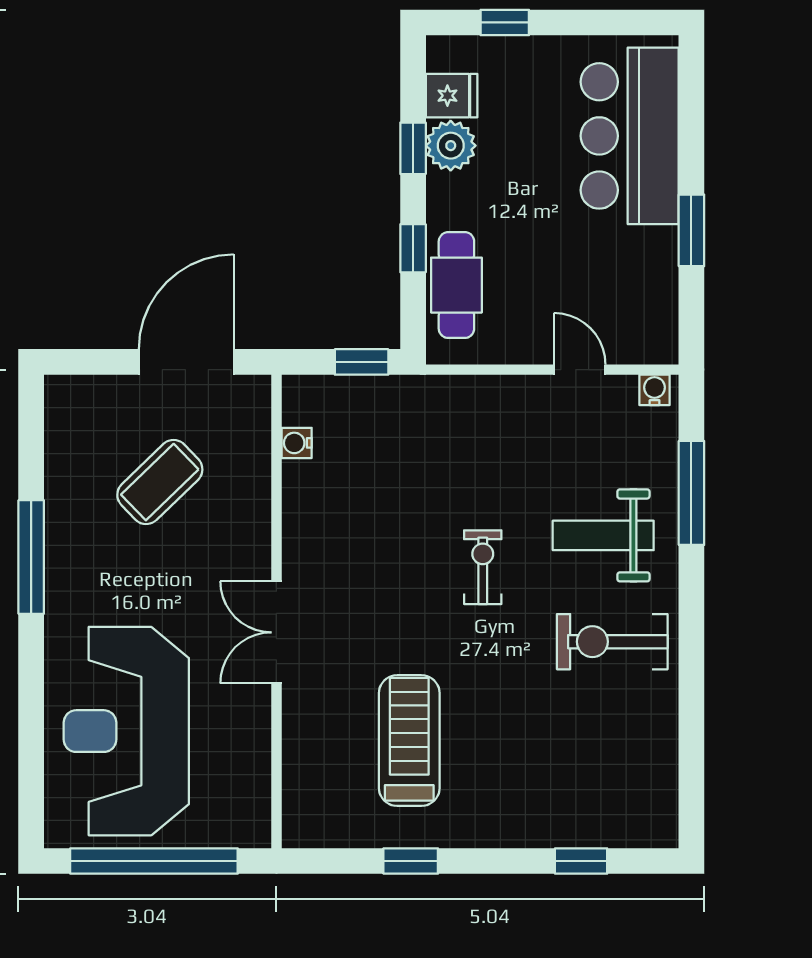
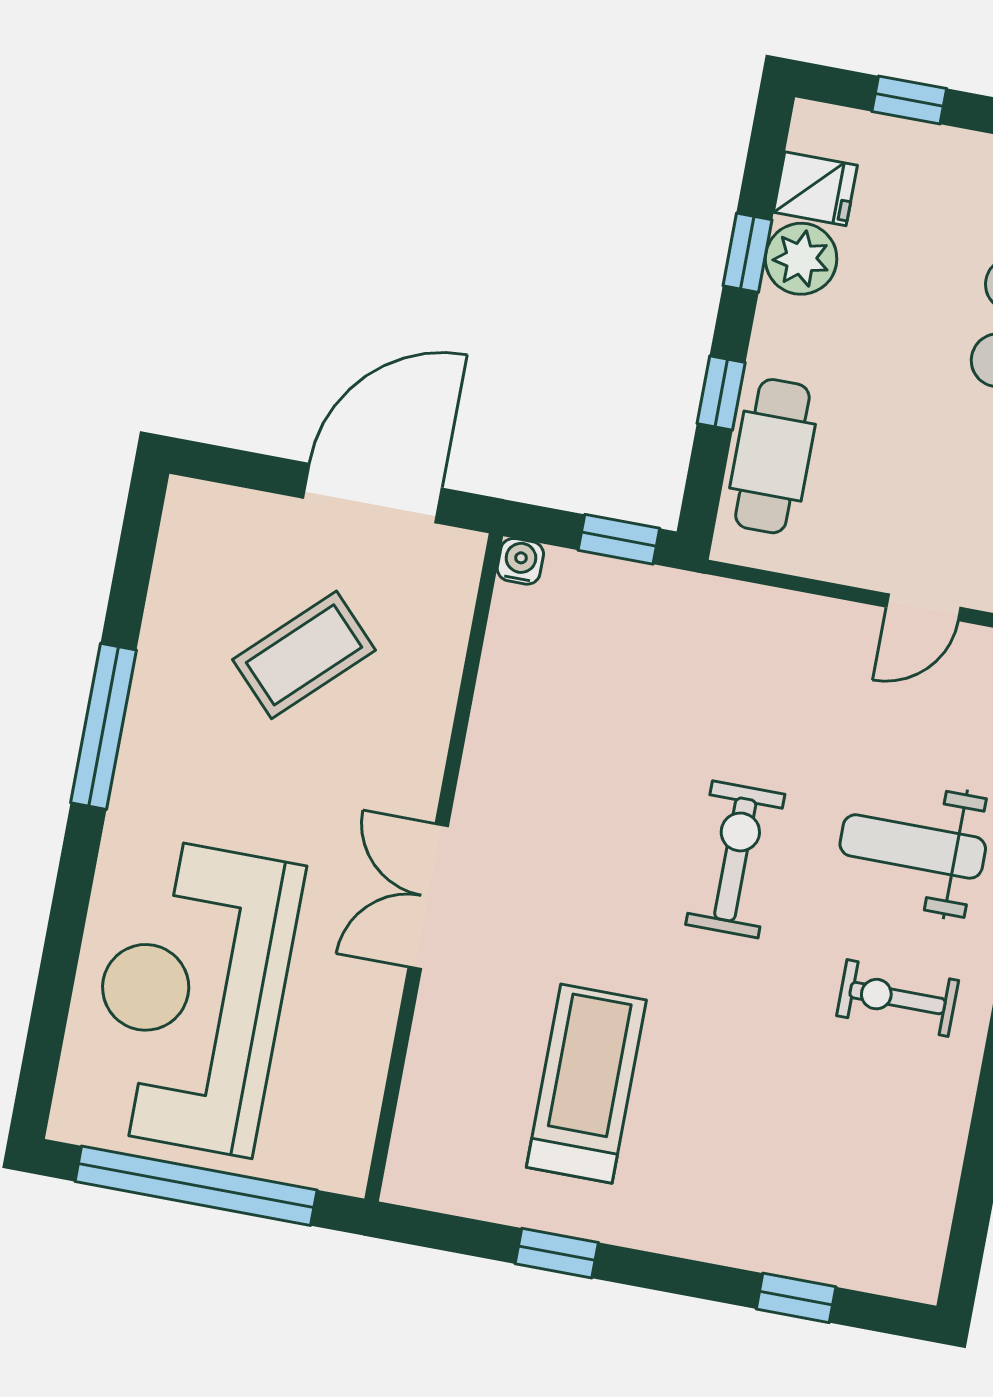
door: (580, 370) -> (923, 607), swing flipped
water cooler: (297, 443) -> (520, 561), moved, turned 90
exercise bike: (483, 567) -> (735, 859), width x1.38, depth x1.39
exercise bike: (612, 642) -> (898, 998), width x0.73, depth x0.72

